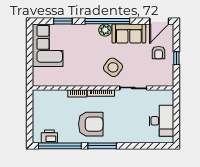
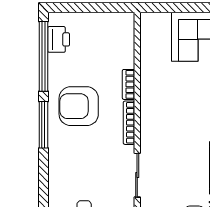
side table: (113, 67) -> (170, 142), removed
armchair: (91, 124) -> (79, 106), turned 90

